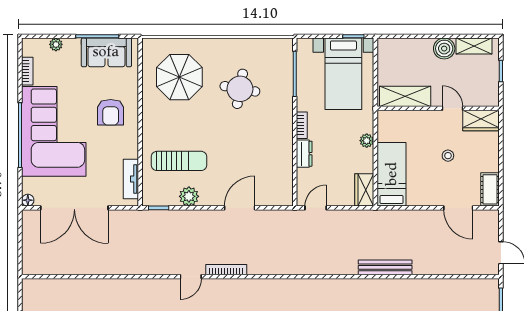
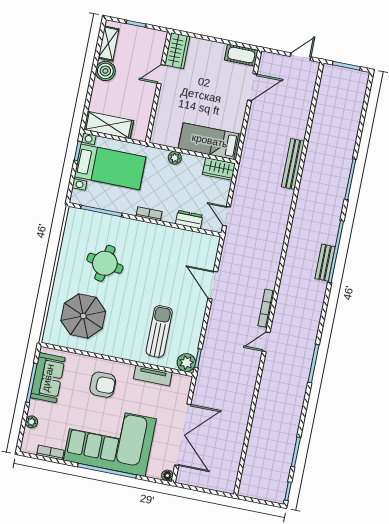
shelving: (405, 96) -> (109, 125), moved, turned 90
dresser: (304, 154) -> (189, 220), moved
stool: (448, 156) -> (203, 87), removed
tv unit: (131, 179) -> (153, 376), moved
plant: (189, 196) -> (186, 363), moved
door: (191, 277) -> (266, 342), swing flipped

